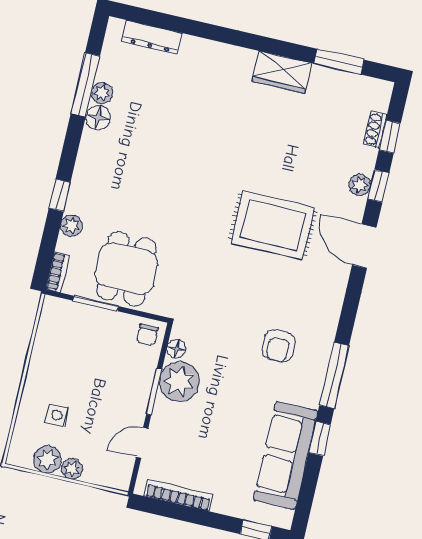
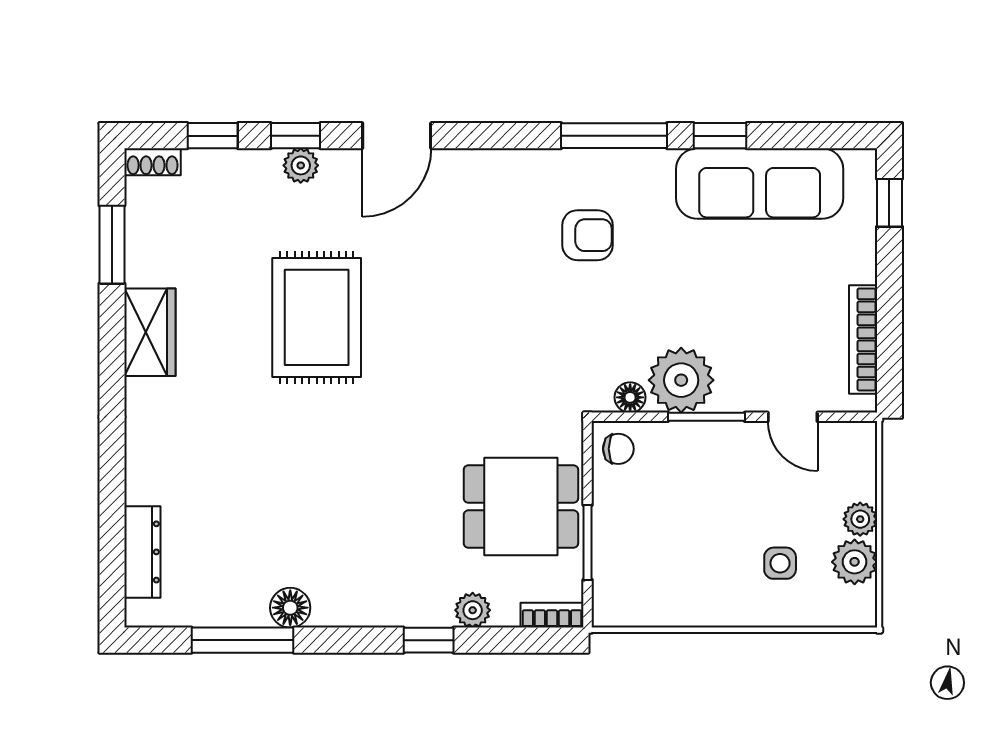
plant: (102, 93) -> (250, 611), removed
shoe rack: (375, 130) -> (153, 162), moved
rug: (273, 225) -> (317, 317), moved

